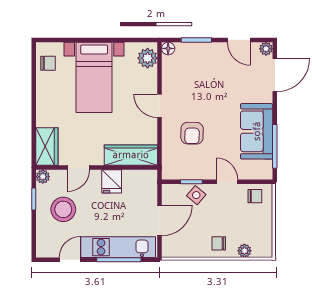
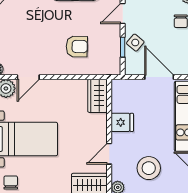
door: (160, 106) -> (28, 77), moved
wardrobe: (131, 155) -> (98, 96), width x0.67
door: (78, 168) -> (109, 154), swing flipped

